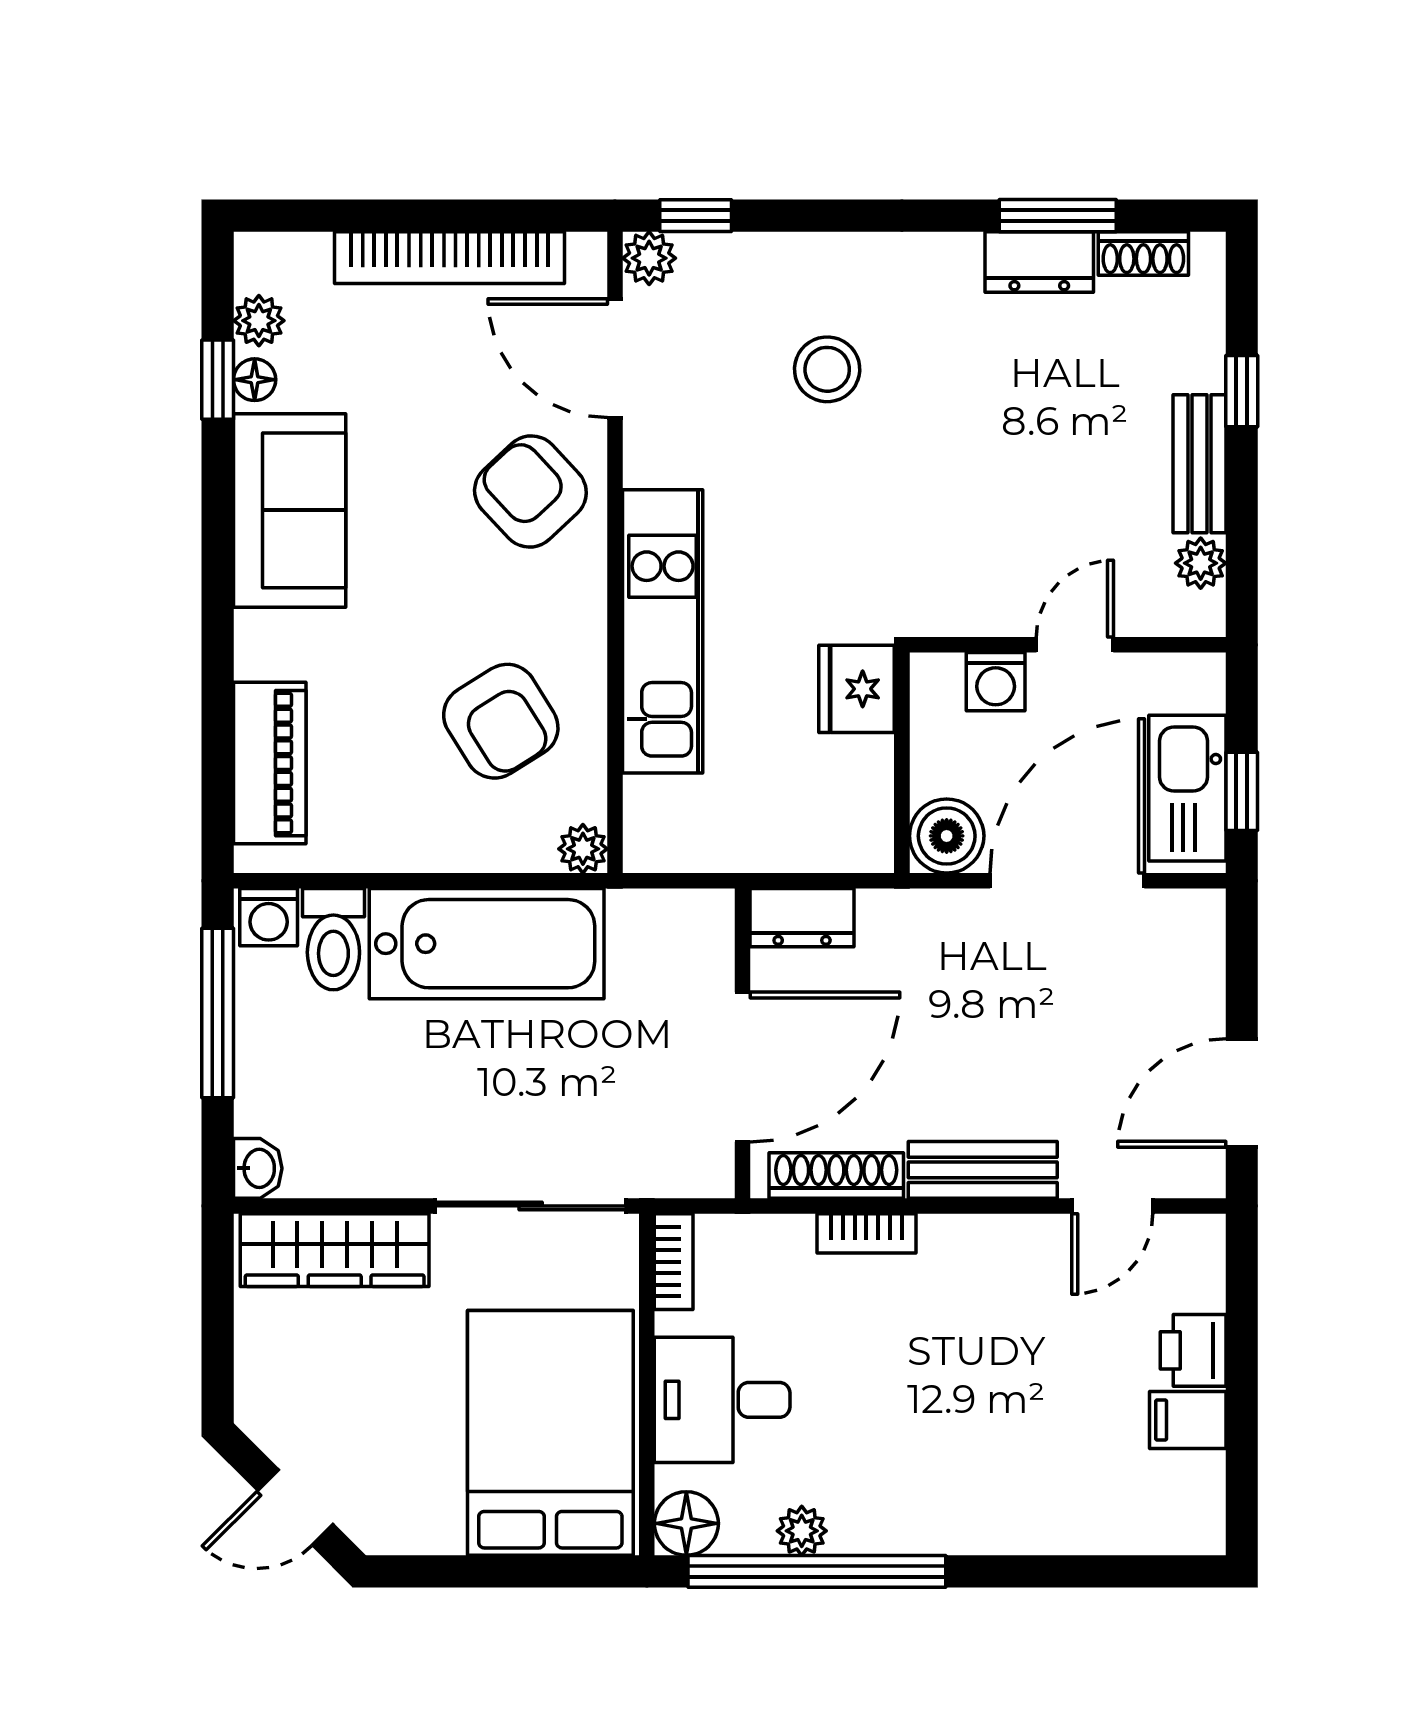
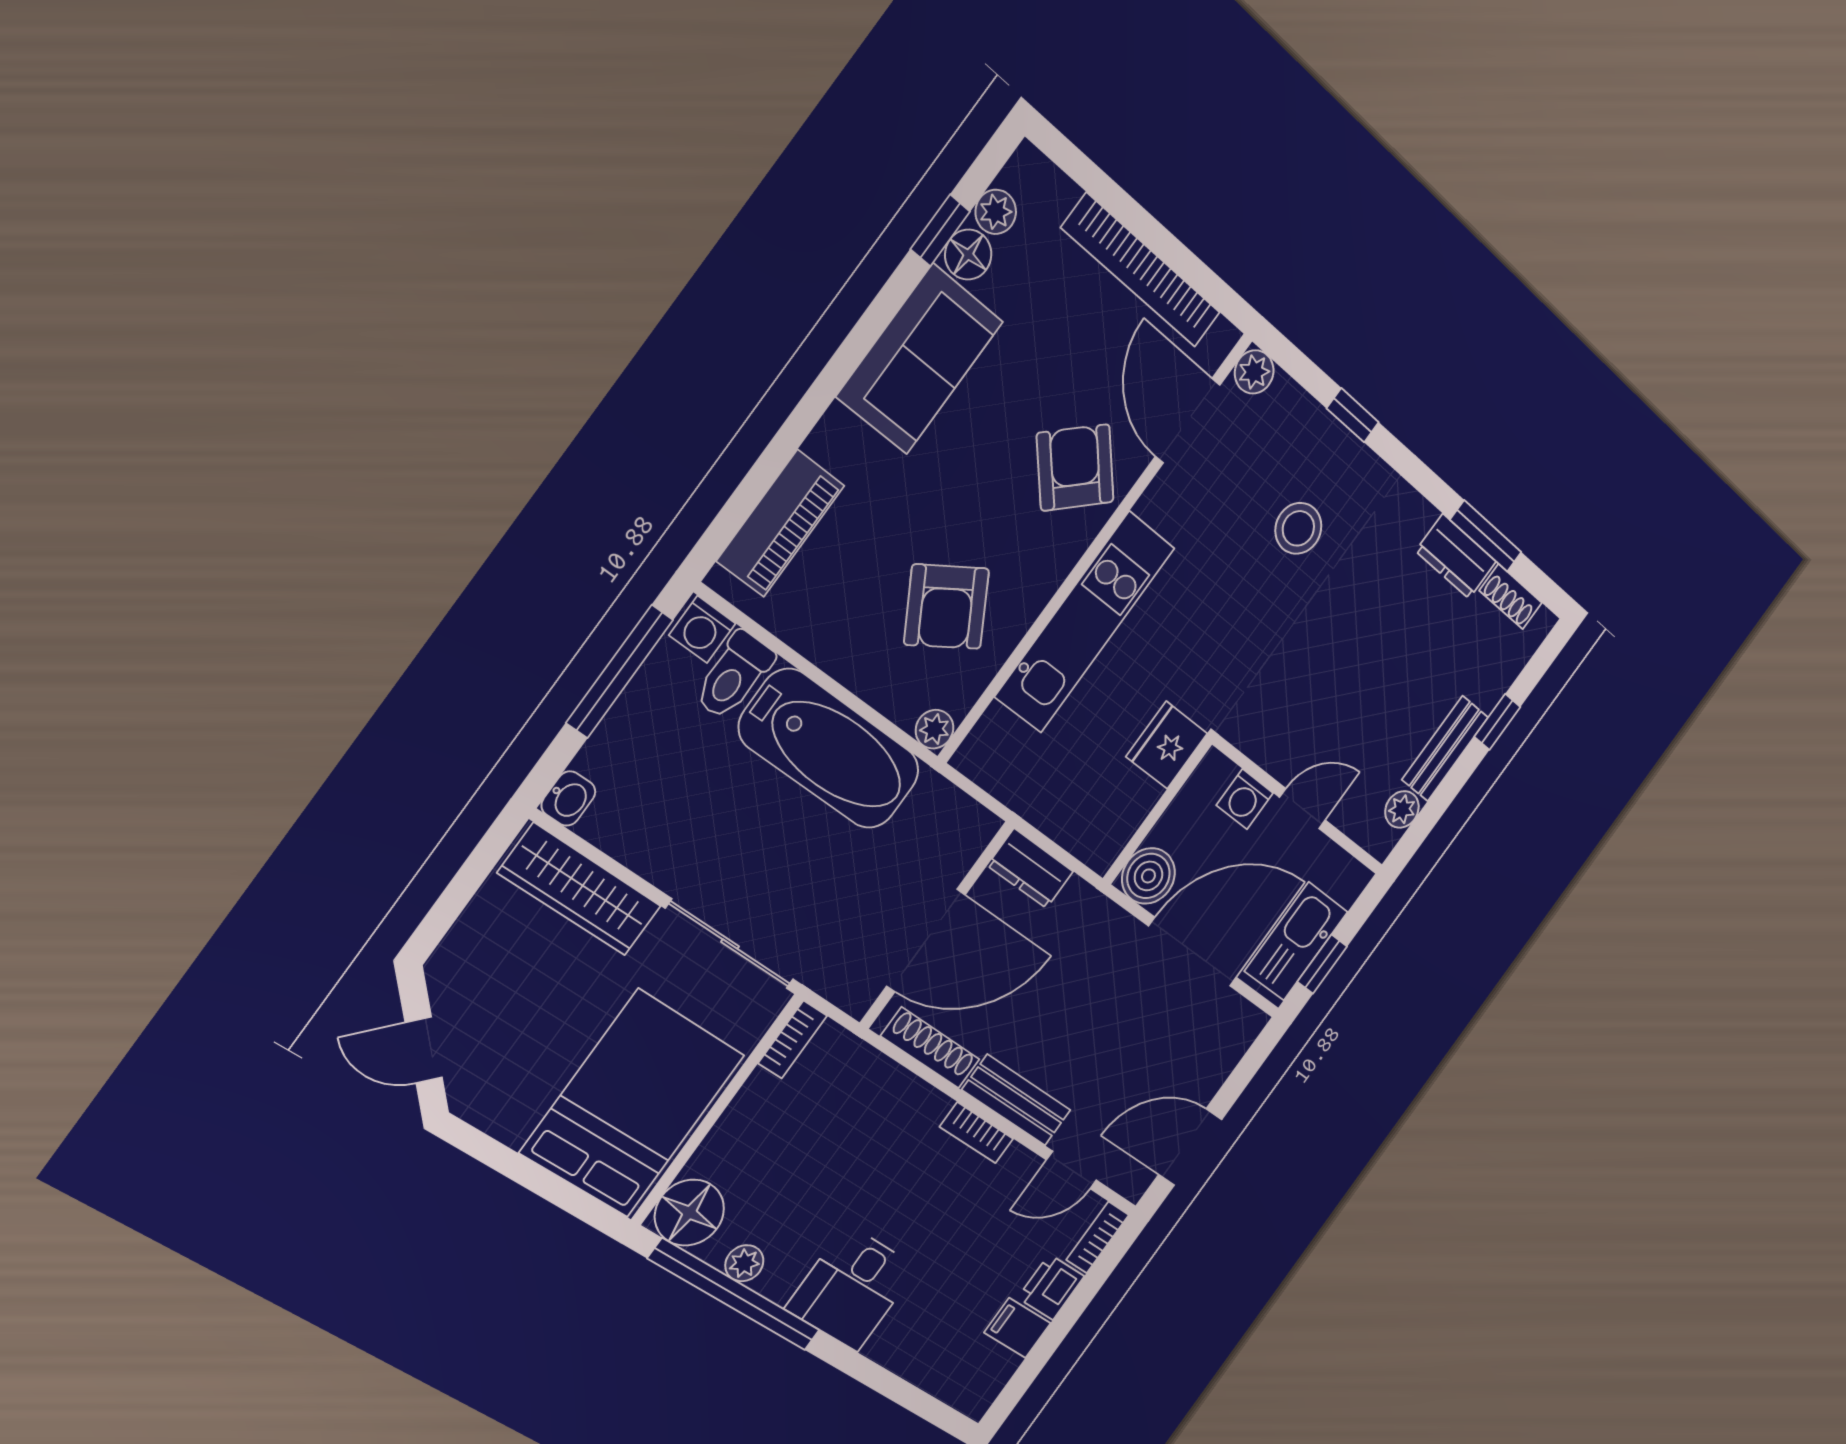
window: (696, 216) -> (1353, 415), moved
floor lamp: (255, 380) -> (968, 255), width x1.37, depth x1.37
bookcase: (866, 1233) -> (977, 1133), moved
bookcase: (1207, 1261) -> (1098, 1237), added
desk: (722, 1400) -> (852, 1288), moved, turned -90
floor lamp: (686, 1523) -> (689, 1213), width x1.38, depth x1.38

